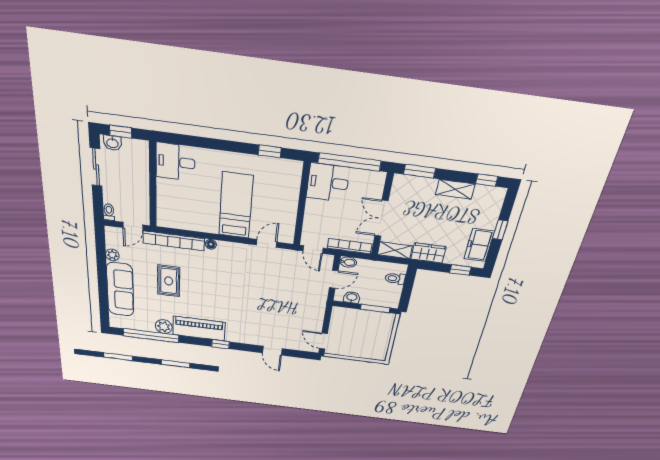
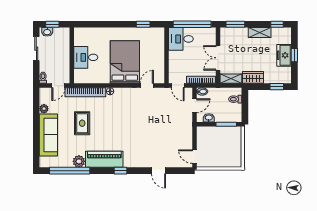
desk: (175, 162) -> (86, 57), moved
bed: (236, 206) -> (125, 62), width x1.50
freezer: (479, 245) -> (284, 55), moved

